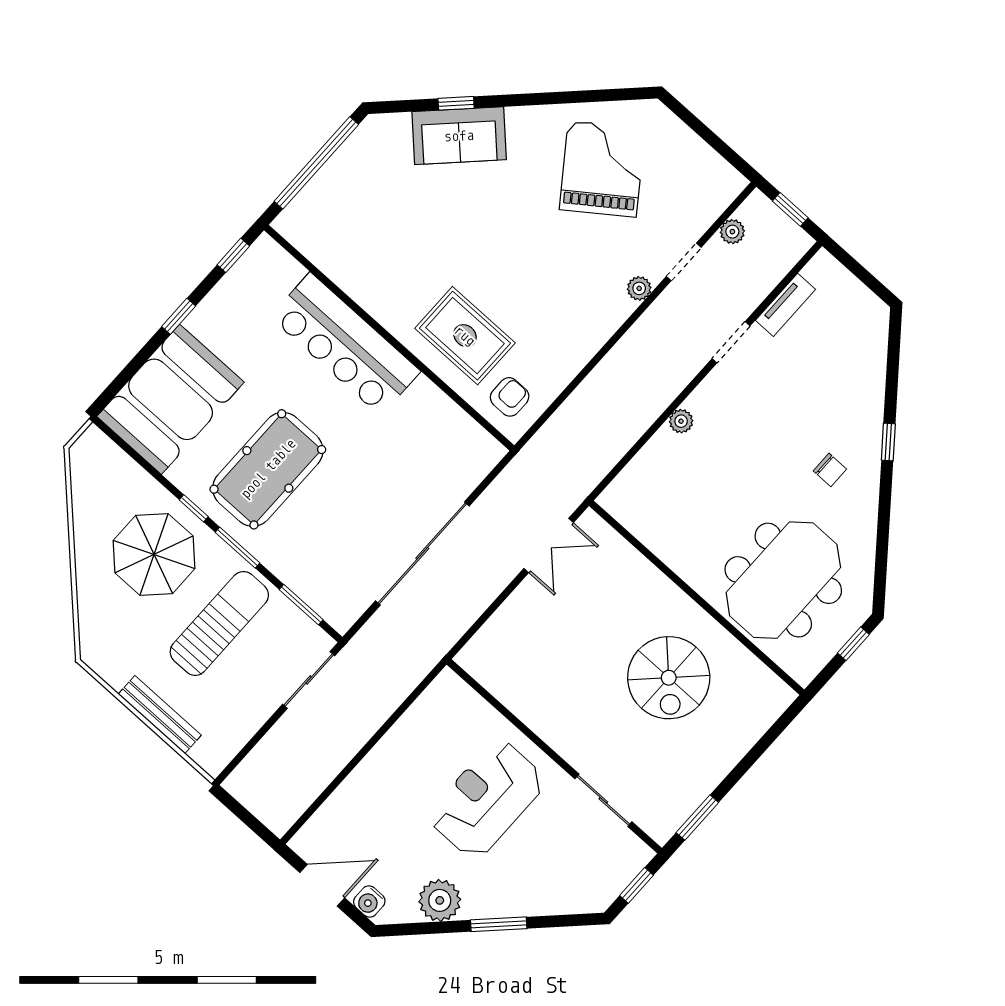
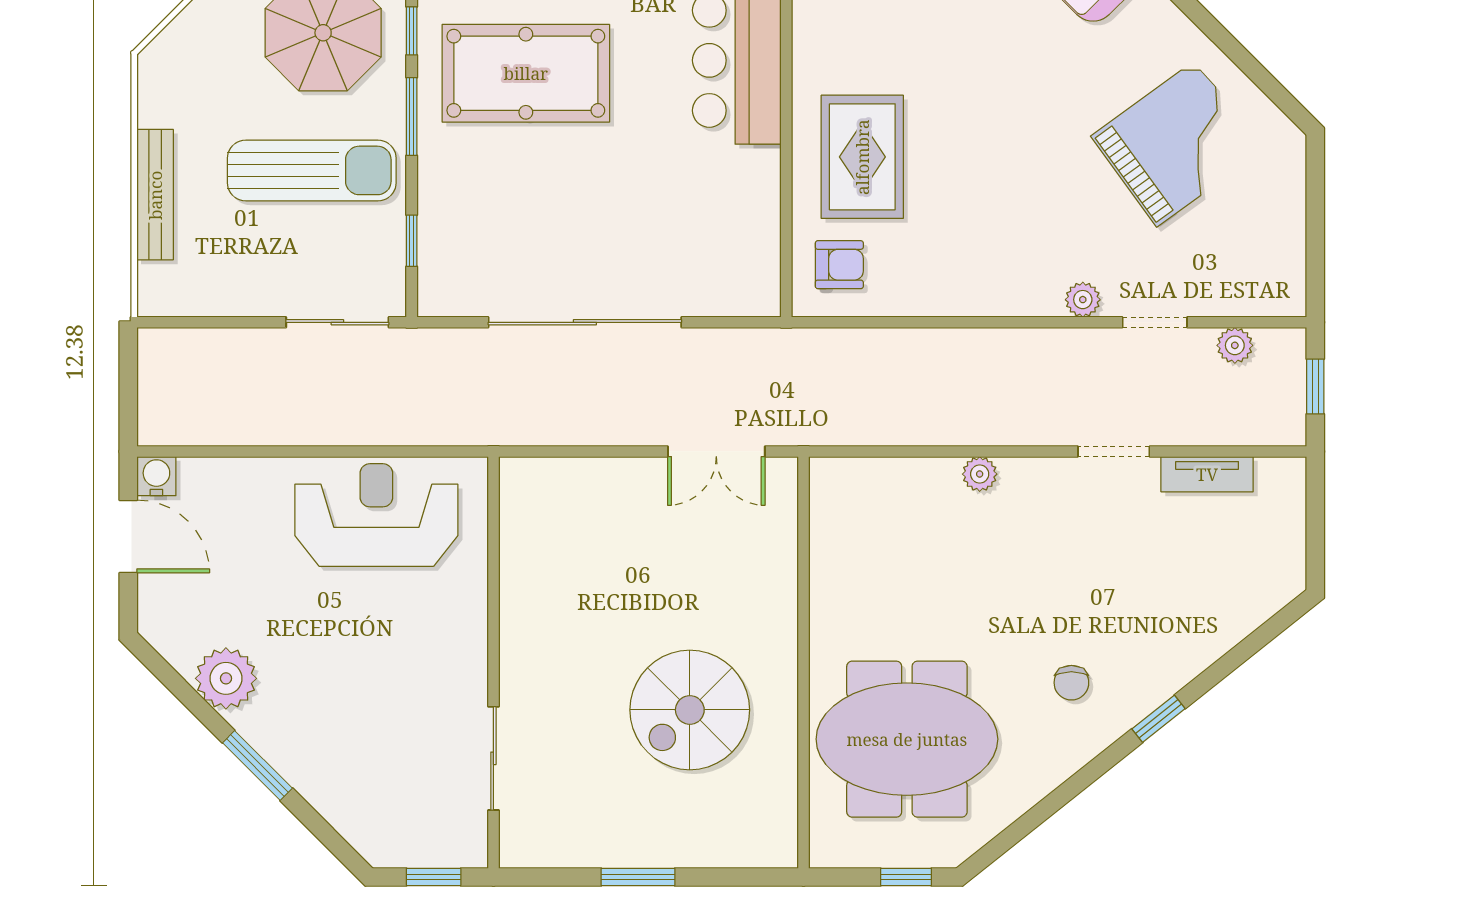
window: (301, 605) -> (412, 241), width x0.67
reception desk: (487, 799) -> (376, 515), moved
window: (697, 818) -> (638, 877), moved
water cooler: (369, 901) -> (156, 476), moved, turned 90

